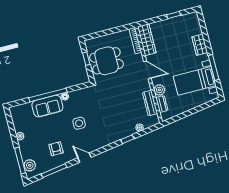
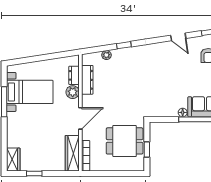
wardrobe: (200, 45) -> (13, 160), moved
door: (147, 70) -> (80, 118), swing flipped
side table: (79, 123) -> (174, 78), removed

